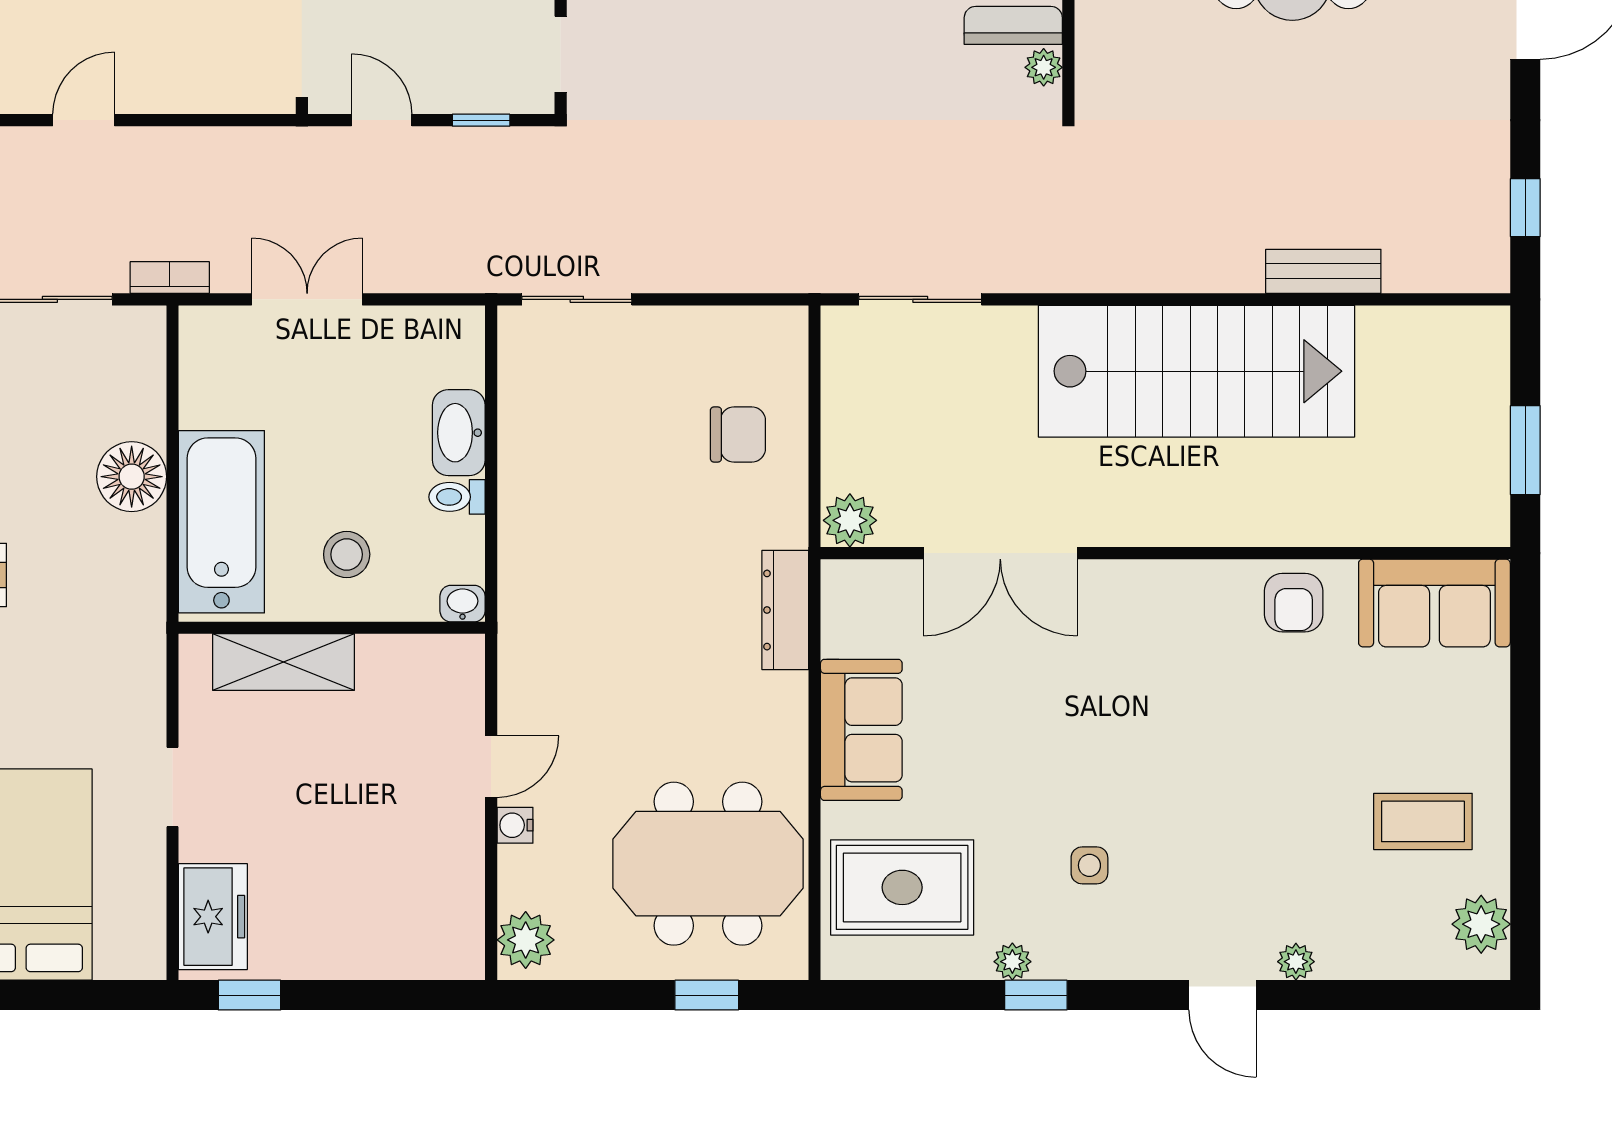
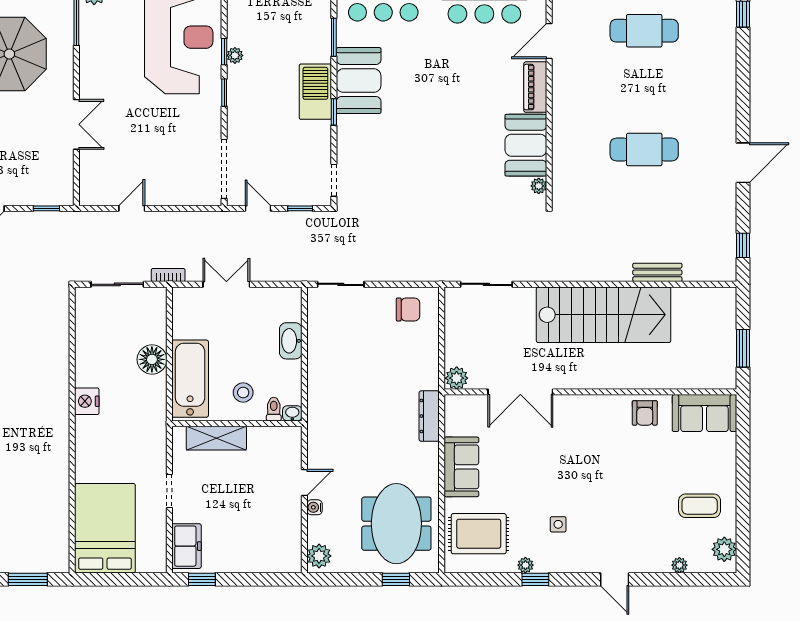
chair: (738, 434) -> (408, 309), moved
toilet: (457, 497) -> (274, 409), moved, turned 90
meeting table: (708, 864) -> (396, 524), turned 90
plant: (1296, 962) -> (679, 565), moved

